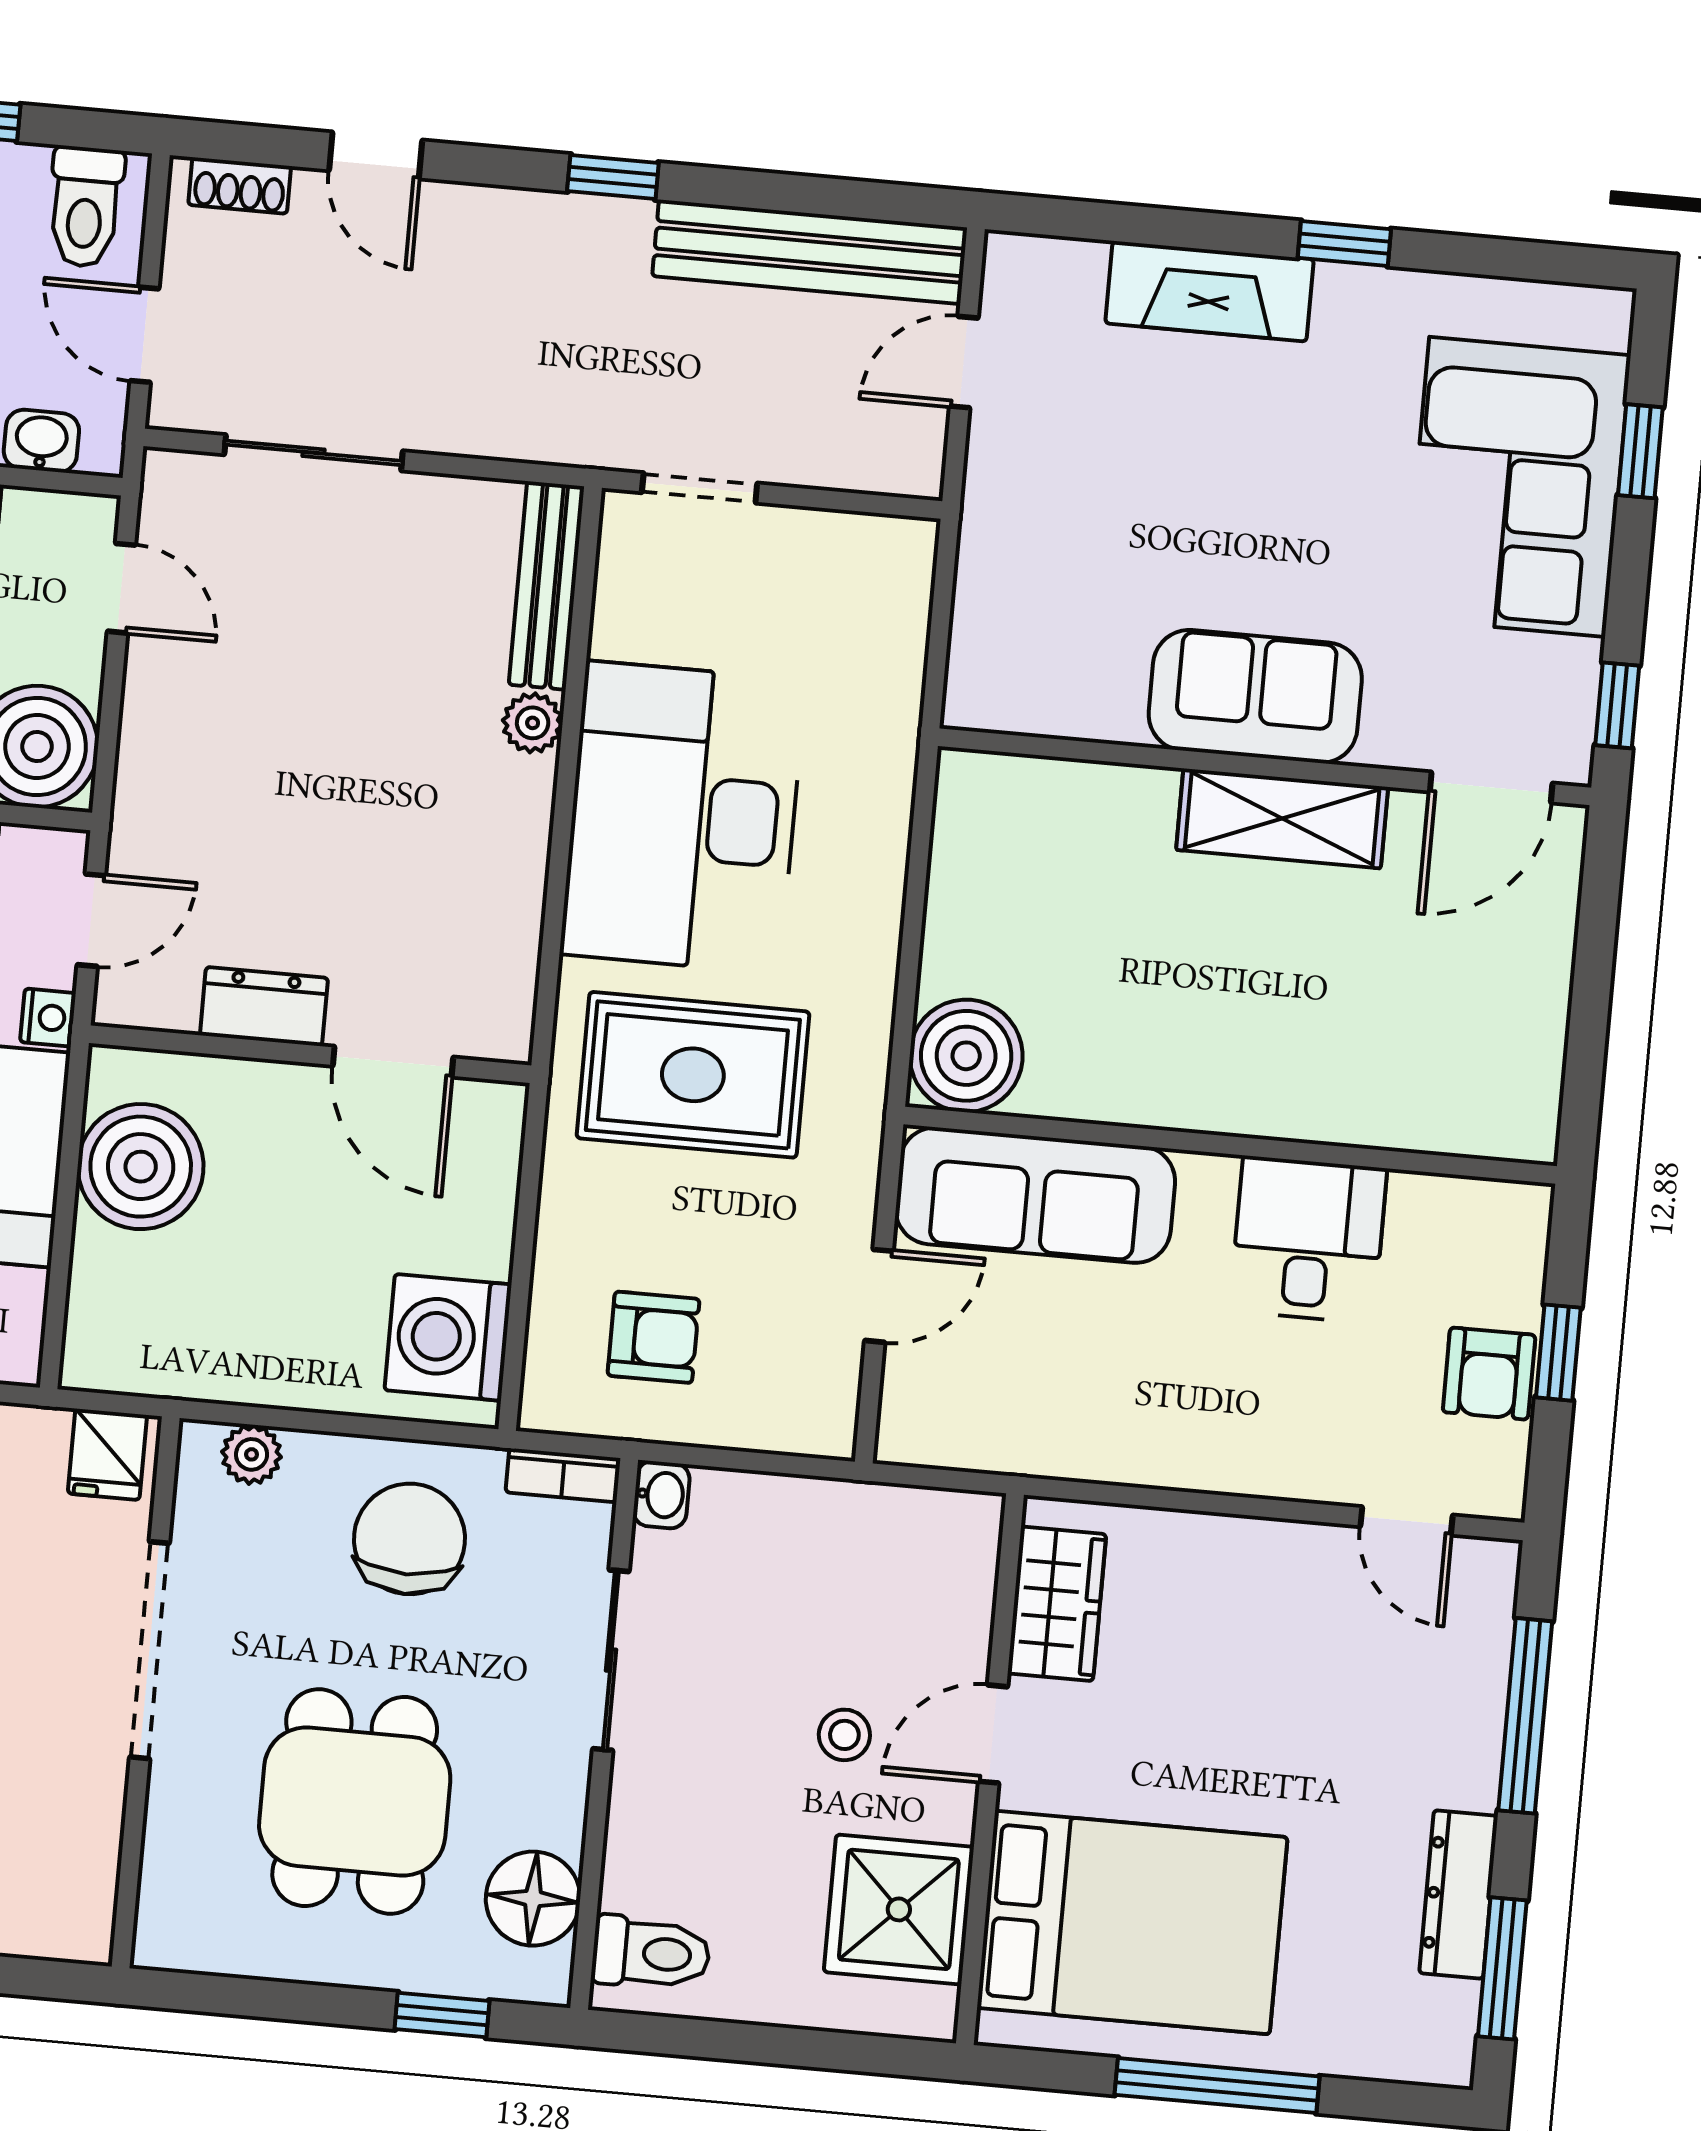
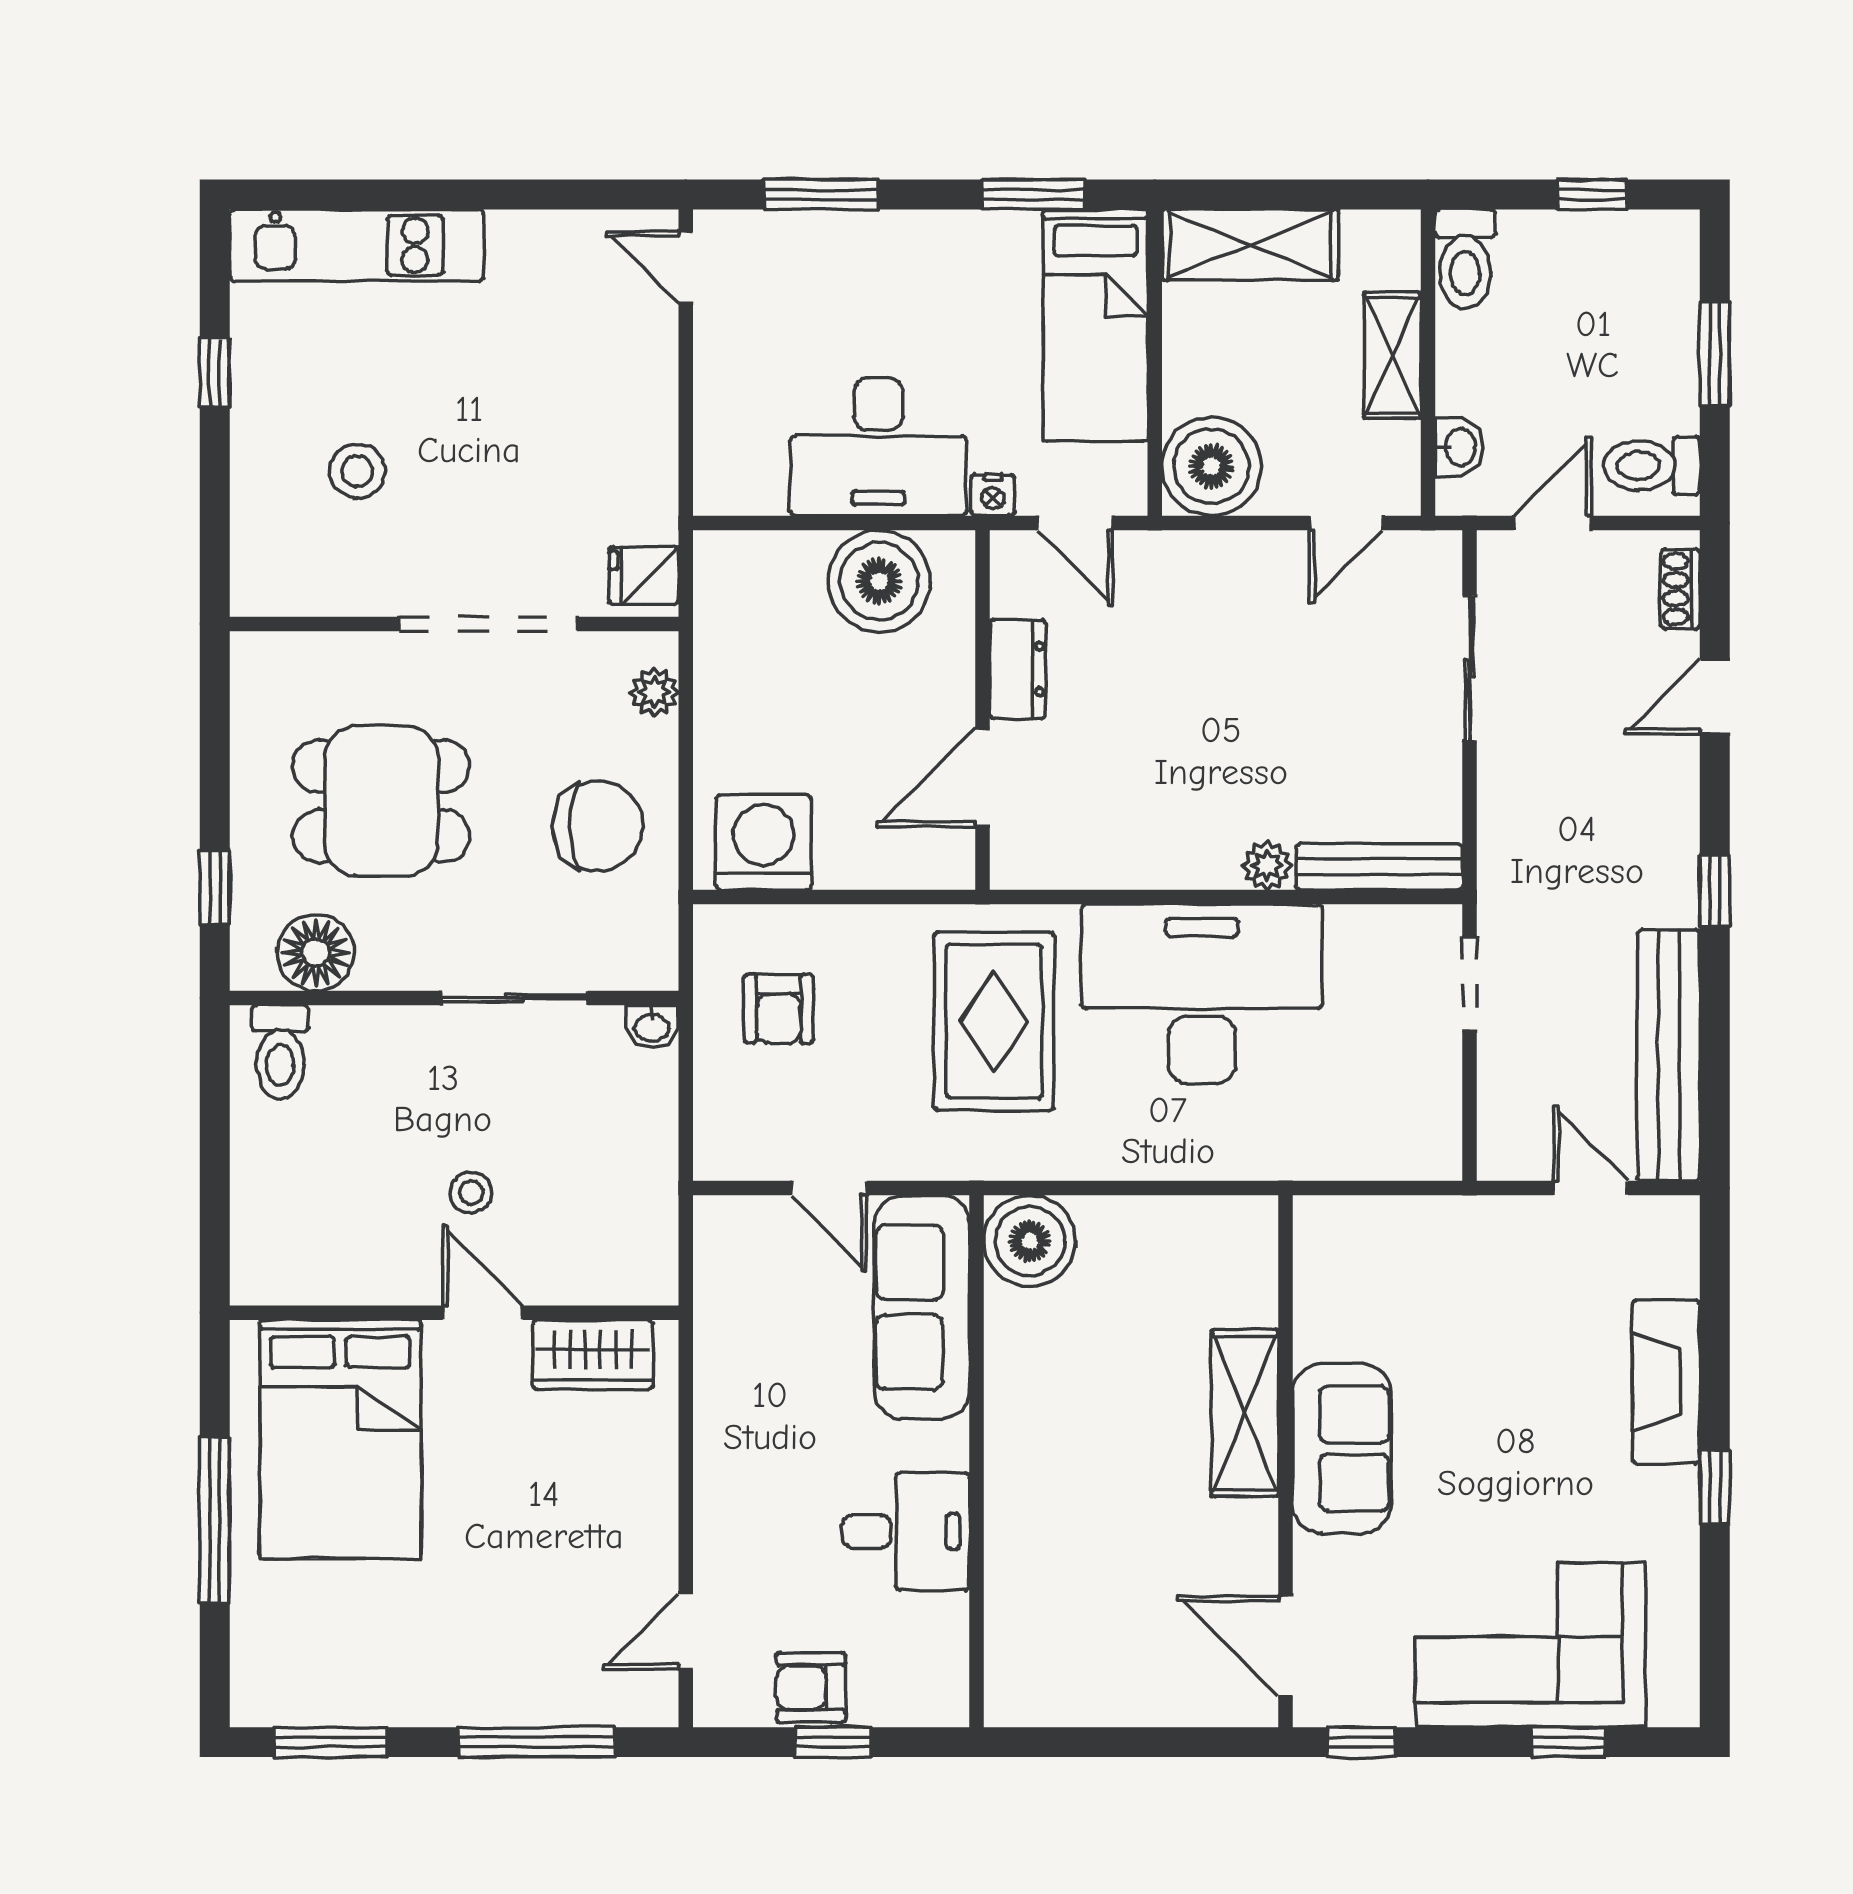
shelving: (1282, 818) -> (1245, 1413), moved
bookcase: (563, 1475) -> (660, 946), removed
dresser: (1458, 1894) -> (387, 1701), removed
shower: (899, 1909) -> (334, 1249), removed

